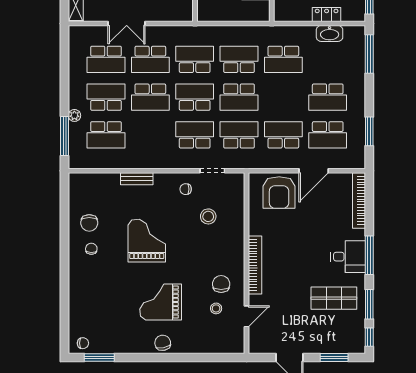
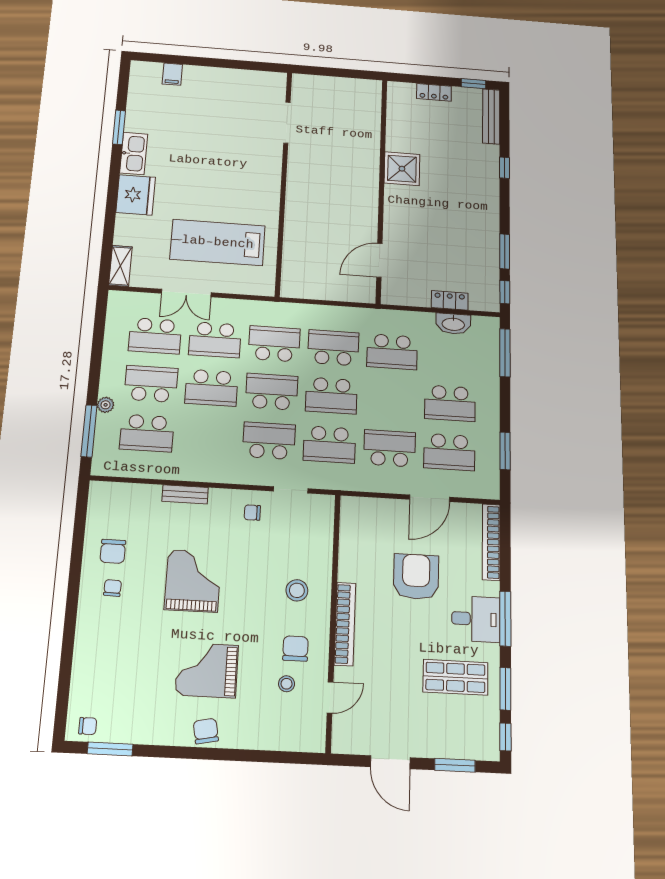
school desk: (239, 135) -> (329, 445), turned 180
armchair: (279, 193) -> (416, 577), moved, turned 180
stool: (208, 216) -> (297, 590), moved

